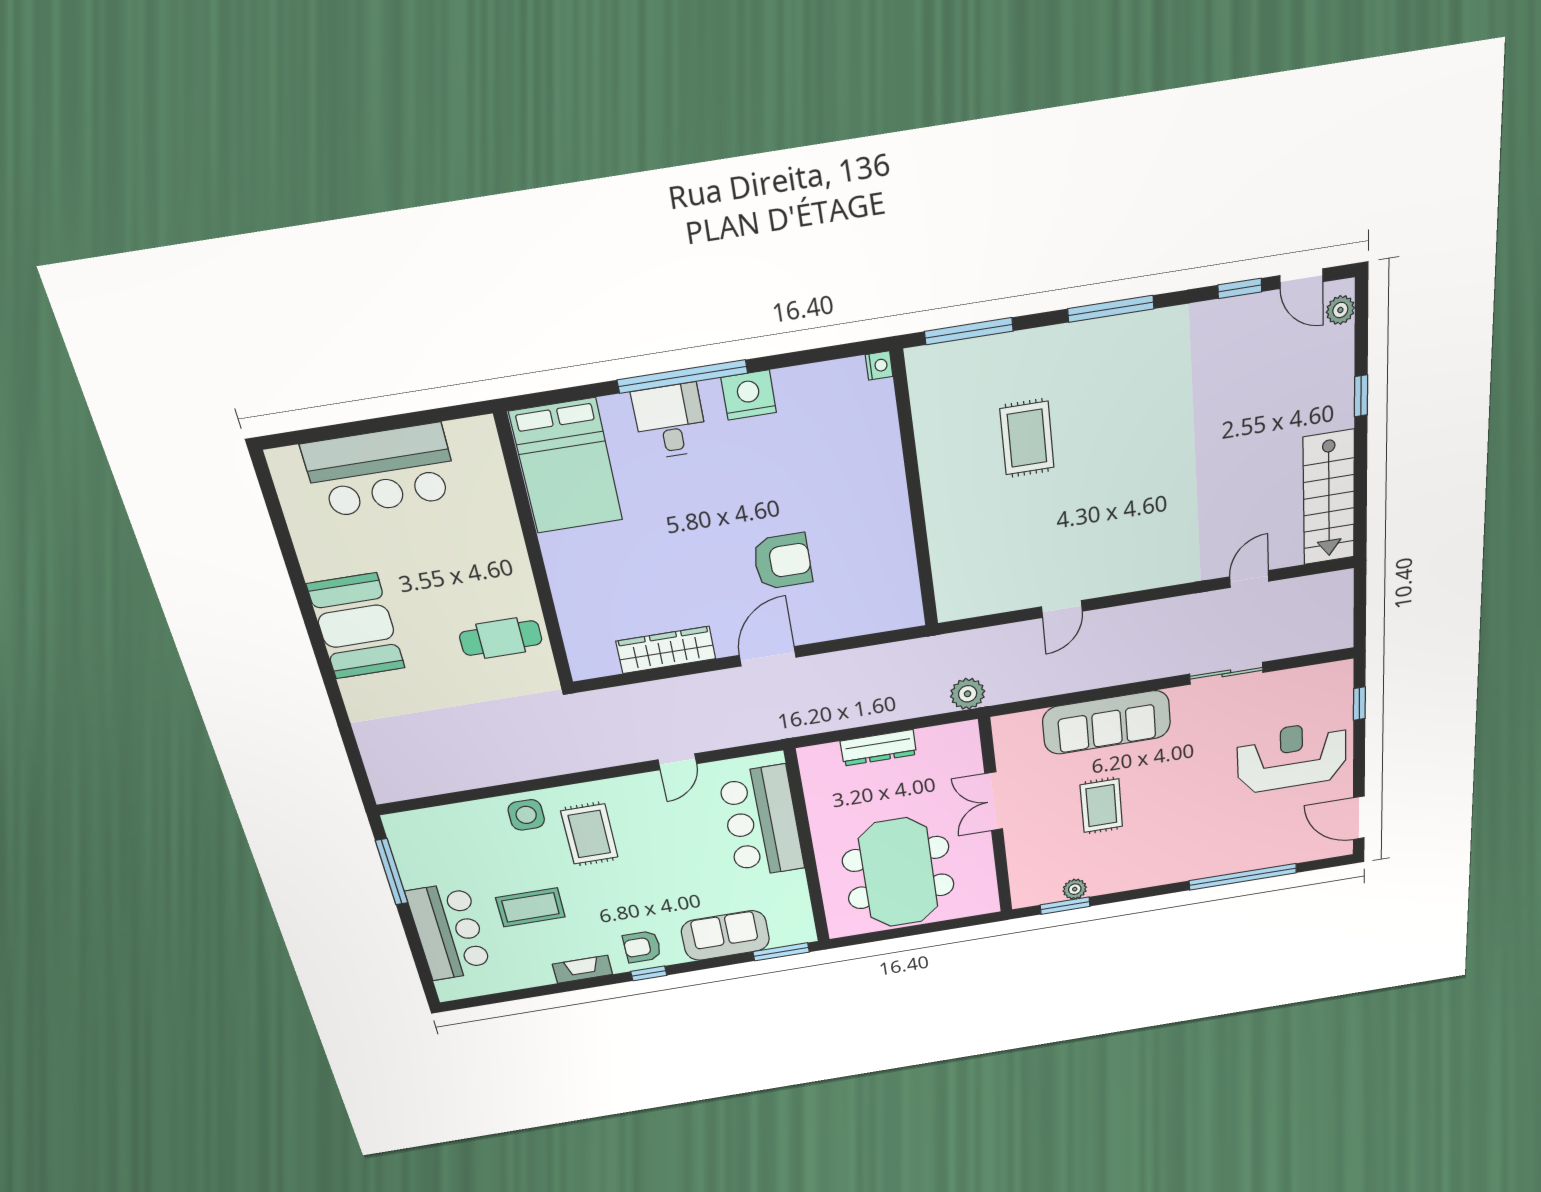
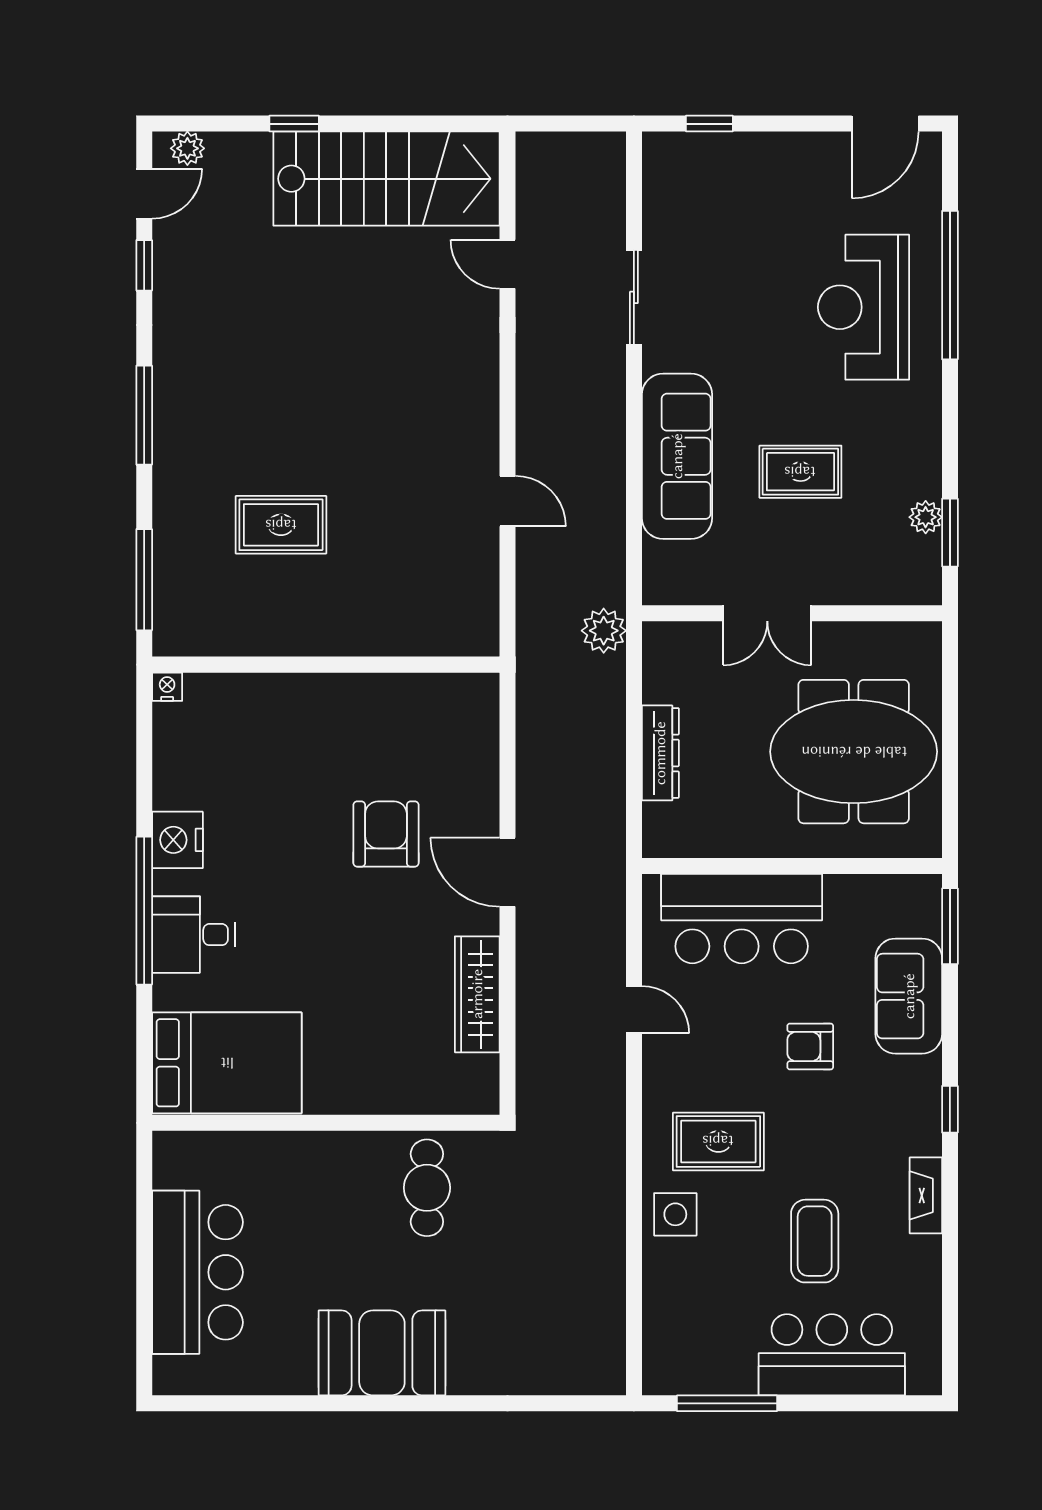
stairs: (1329, 498) -> (386, 179), width x1.36, depth x1.51
reception desk: (1292, 757) -> (864, 307), moved
armchair: (642, 947) -> (810, 1047), moved, turned 90

